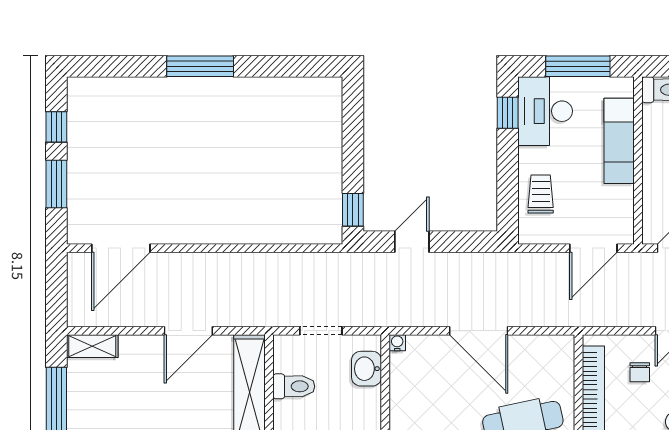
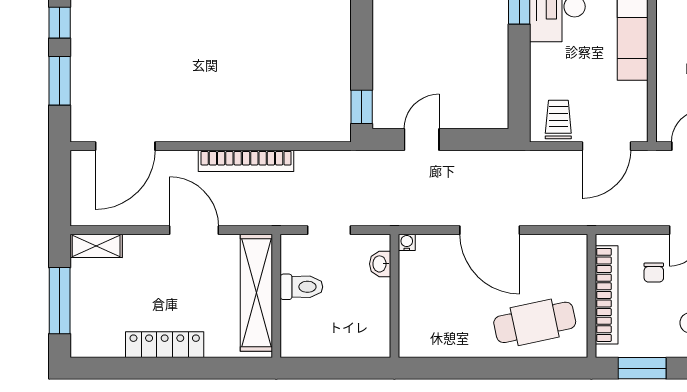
trolley: (541, 194) -> (558, 119), moved
bookcase: (239, 263) -> (246, 161), added
door: (188, 331) -> (194, 230), swing flipped
washbasin: (366, 369) -> (380, 264), width x0.72, depth x0.69

